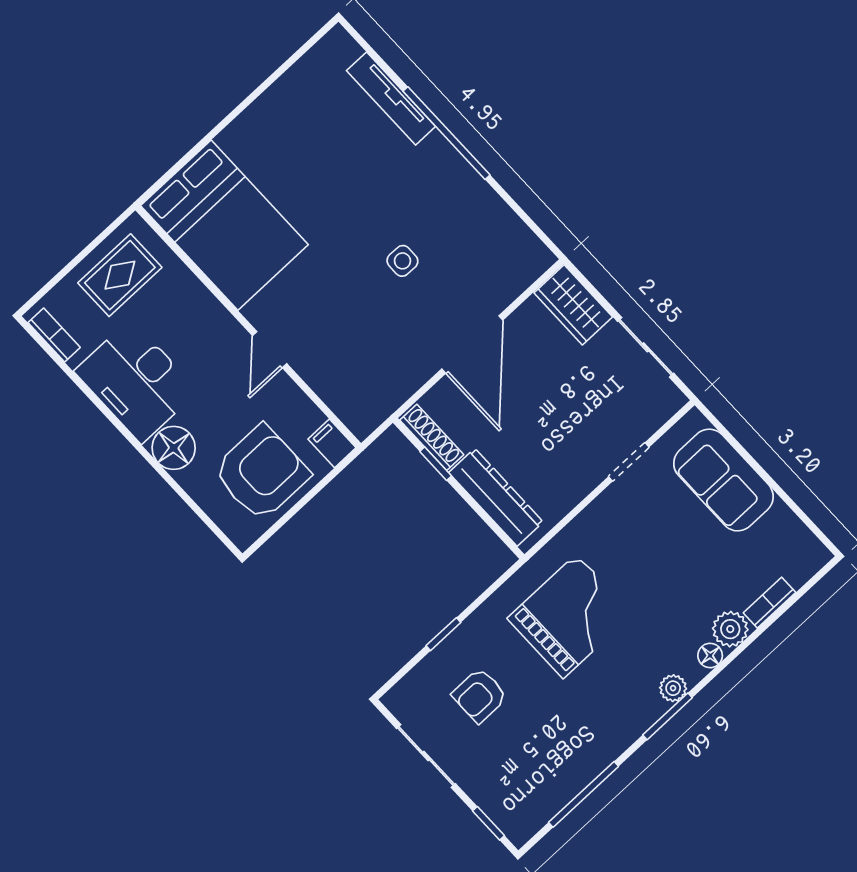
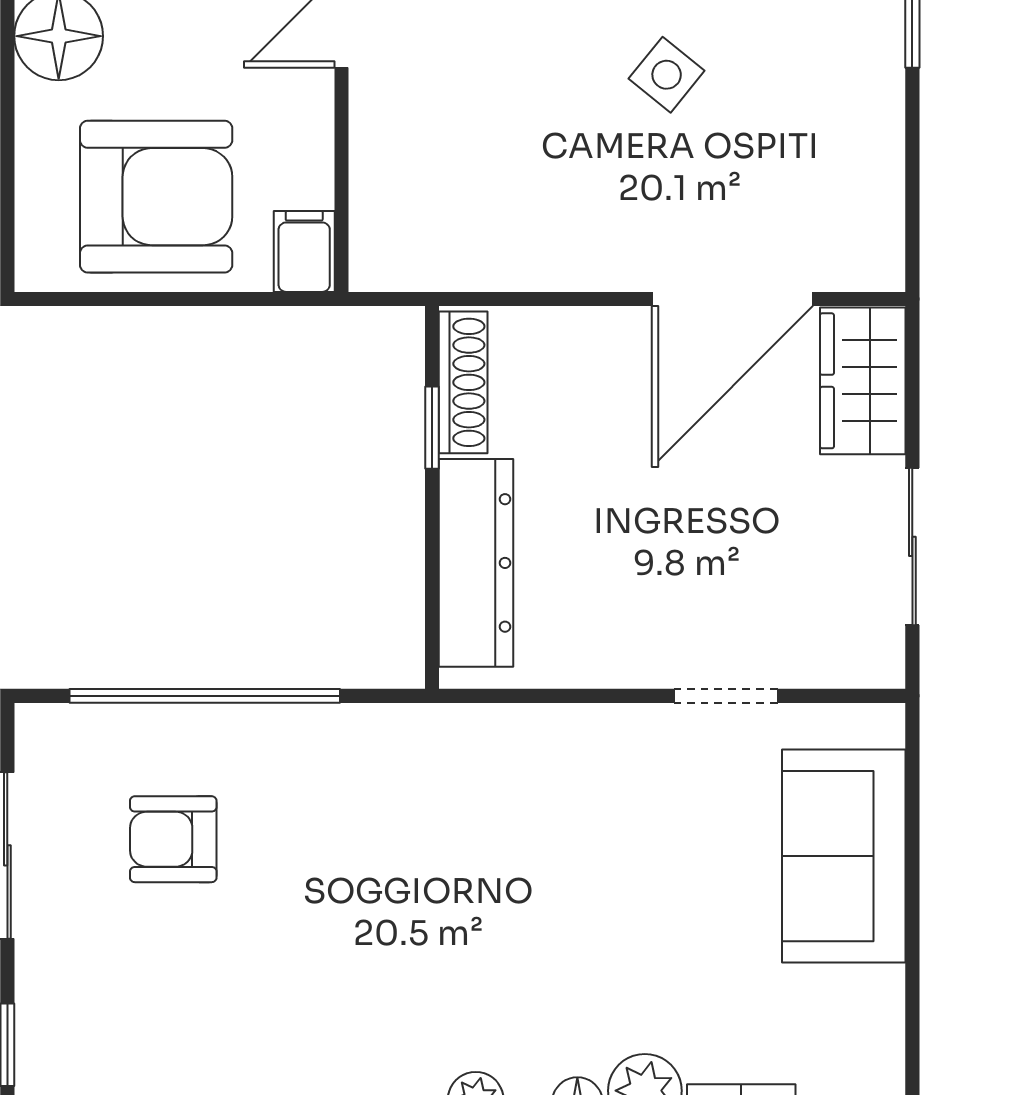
side table: (402, 261) -> (667, 75), turned 38
door: (472, 345) -> (732, 299), moved
grand piano: (570, 616) -> (421, 846), removed
window: (443, 634) -> (205, 696), width x3.17

